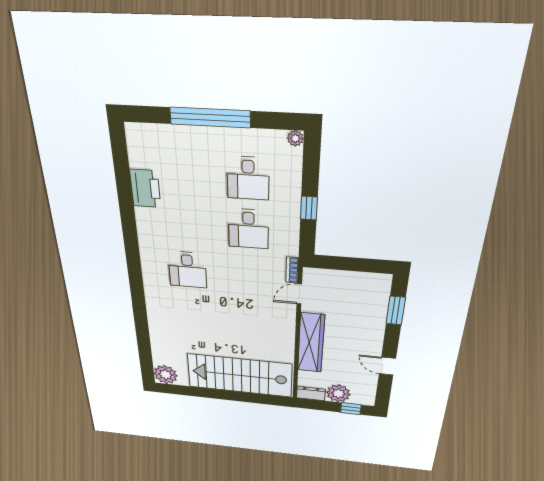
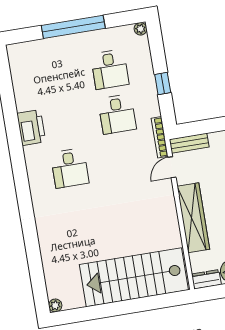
printer: (145, 188) -> (31, 128), moved
bookcase: (292, 270) -> (160, 137), width x1.56
bench: (324, 276) -> (189, 143), added
plant: (166, 375) -> (55, 305), width x0.53, depth x0.53

